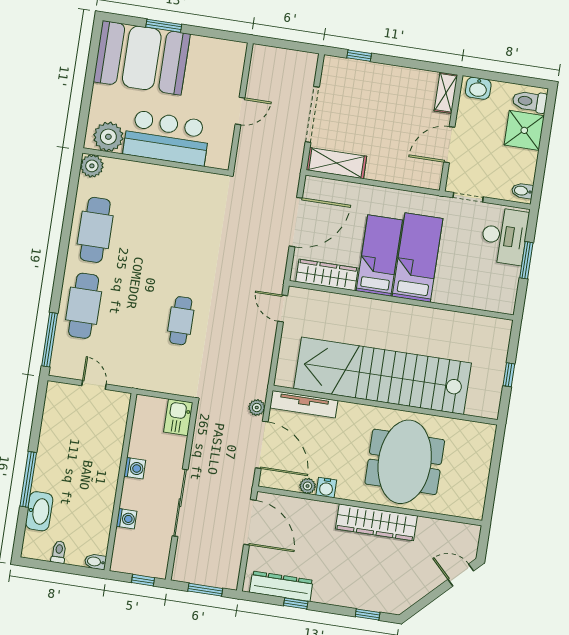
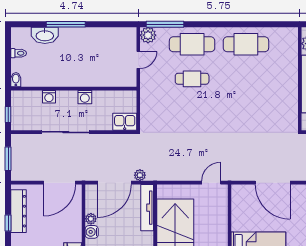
plant: (92, 166) -> (148, 35), moved
wardrobe: (327, 275) -> (239, 210), removed
cafe table: (181, 321) -> (192, 79), moved

